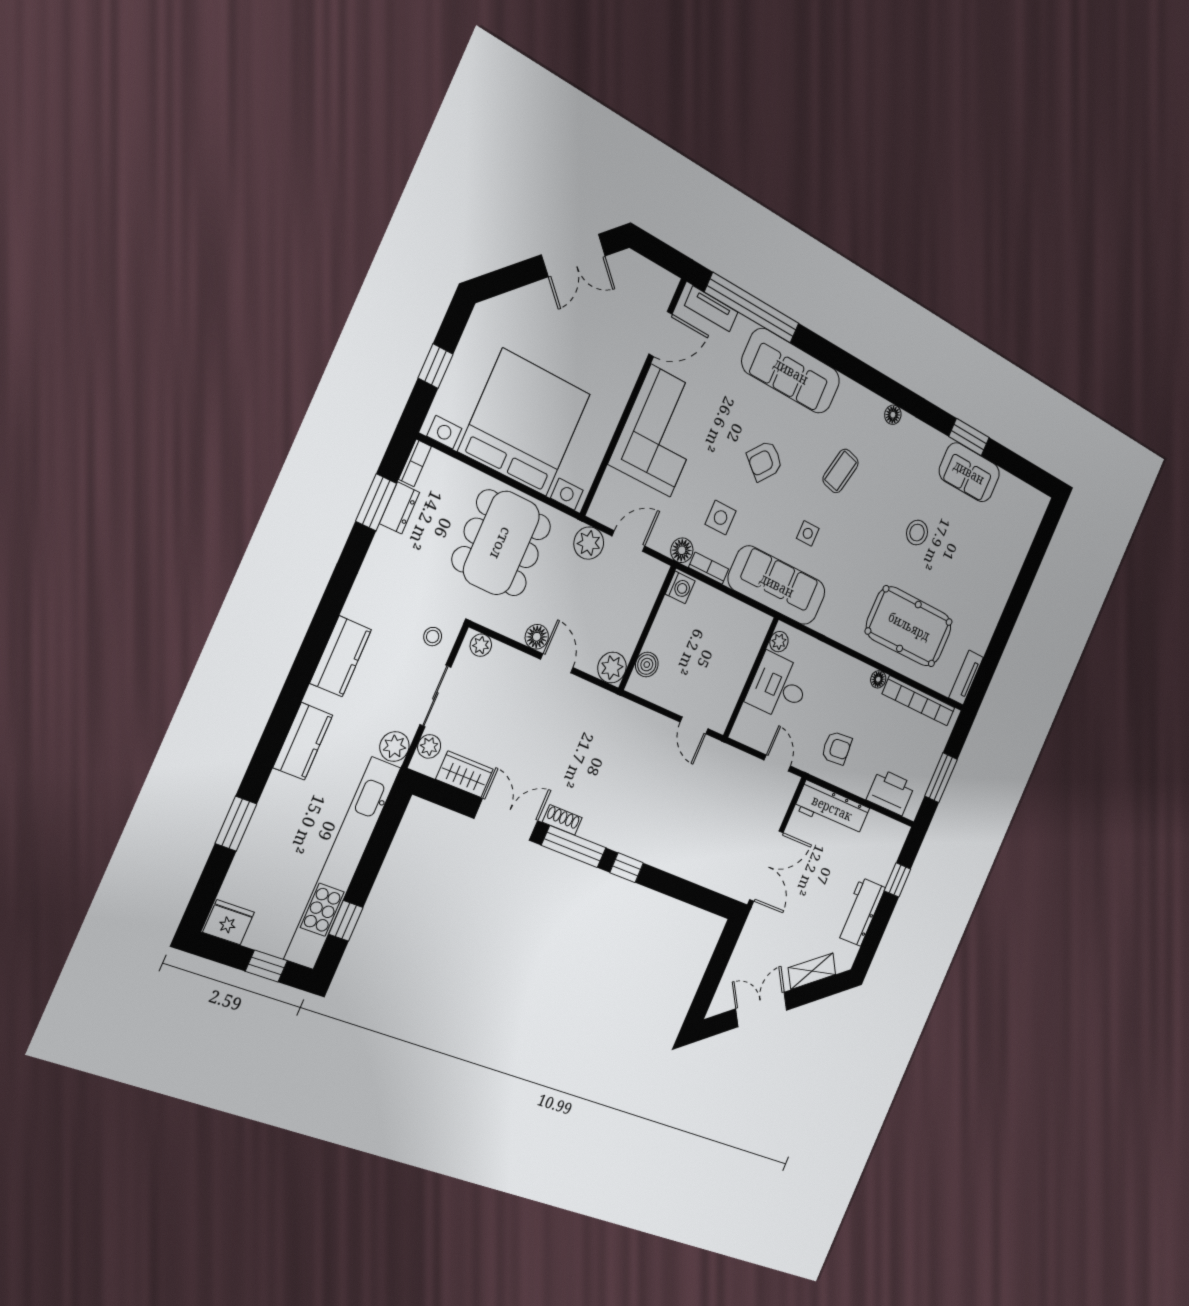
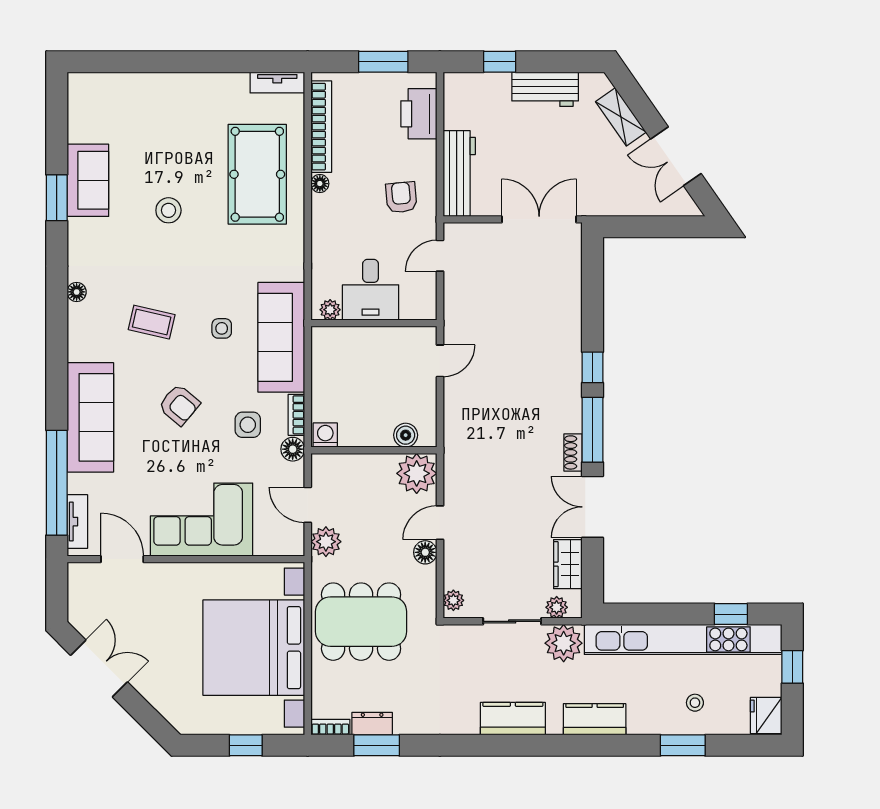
stool: (433, 637) -> (695, 703), moved
plant: (612, 668) -> (417, 473), width x1.36, depth x1.36
plant: (394, 747) -> (564, 643), width x1.36, depth x1.36

